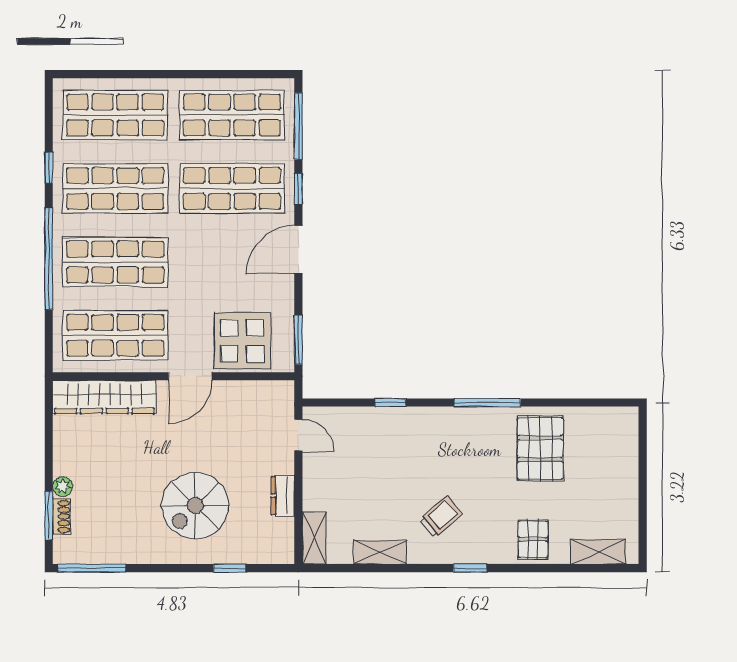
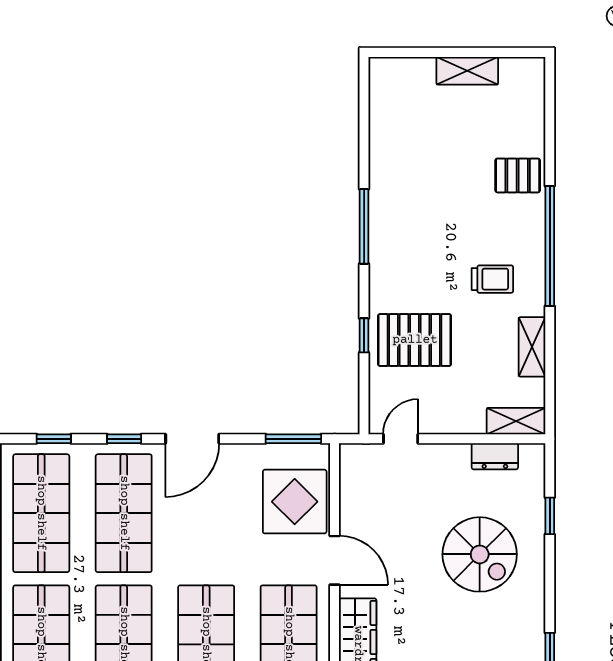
window: (298, 126) -> (54, 439), width x0.46
door: (298, 250) -> (192, 439), hinge flipped
pallet: (540, 449) -> (415, 340), moved
dresser: (283, 496) -> (495, 456), moved
trolley: (441, 517) -> (492, 279), turned 131
shelving: (598, 552) -> (467, 71), moved, turned 90
window: (470, 568) -> (550, 246), width x3.17

